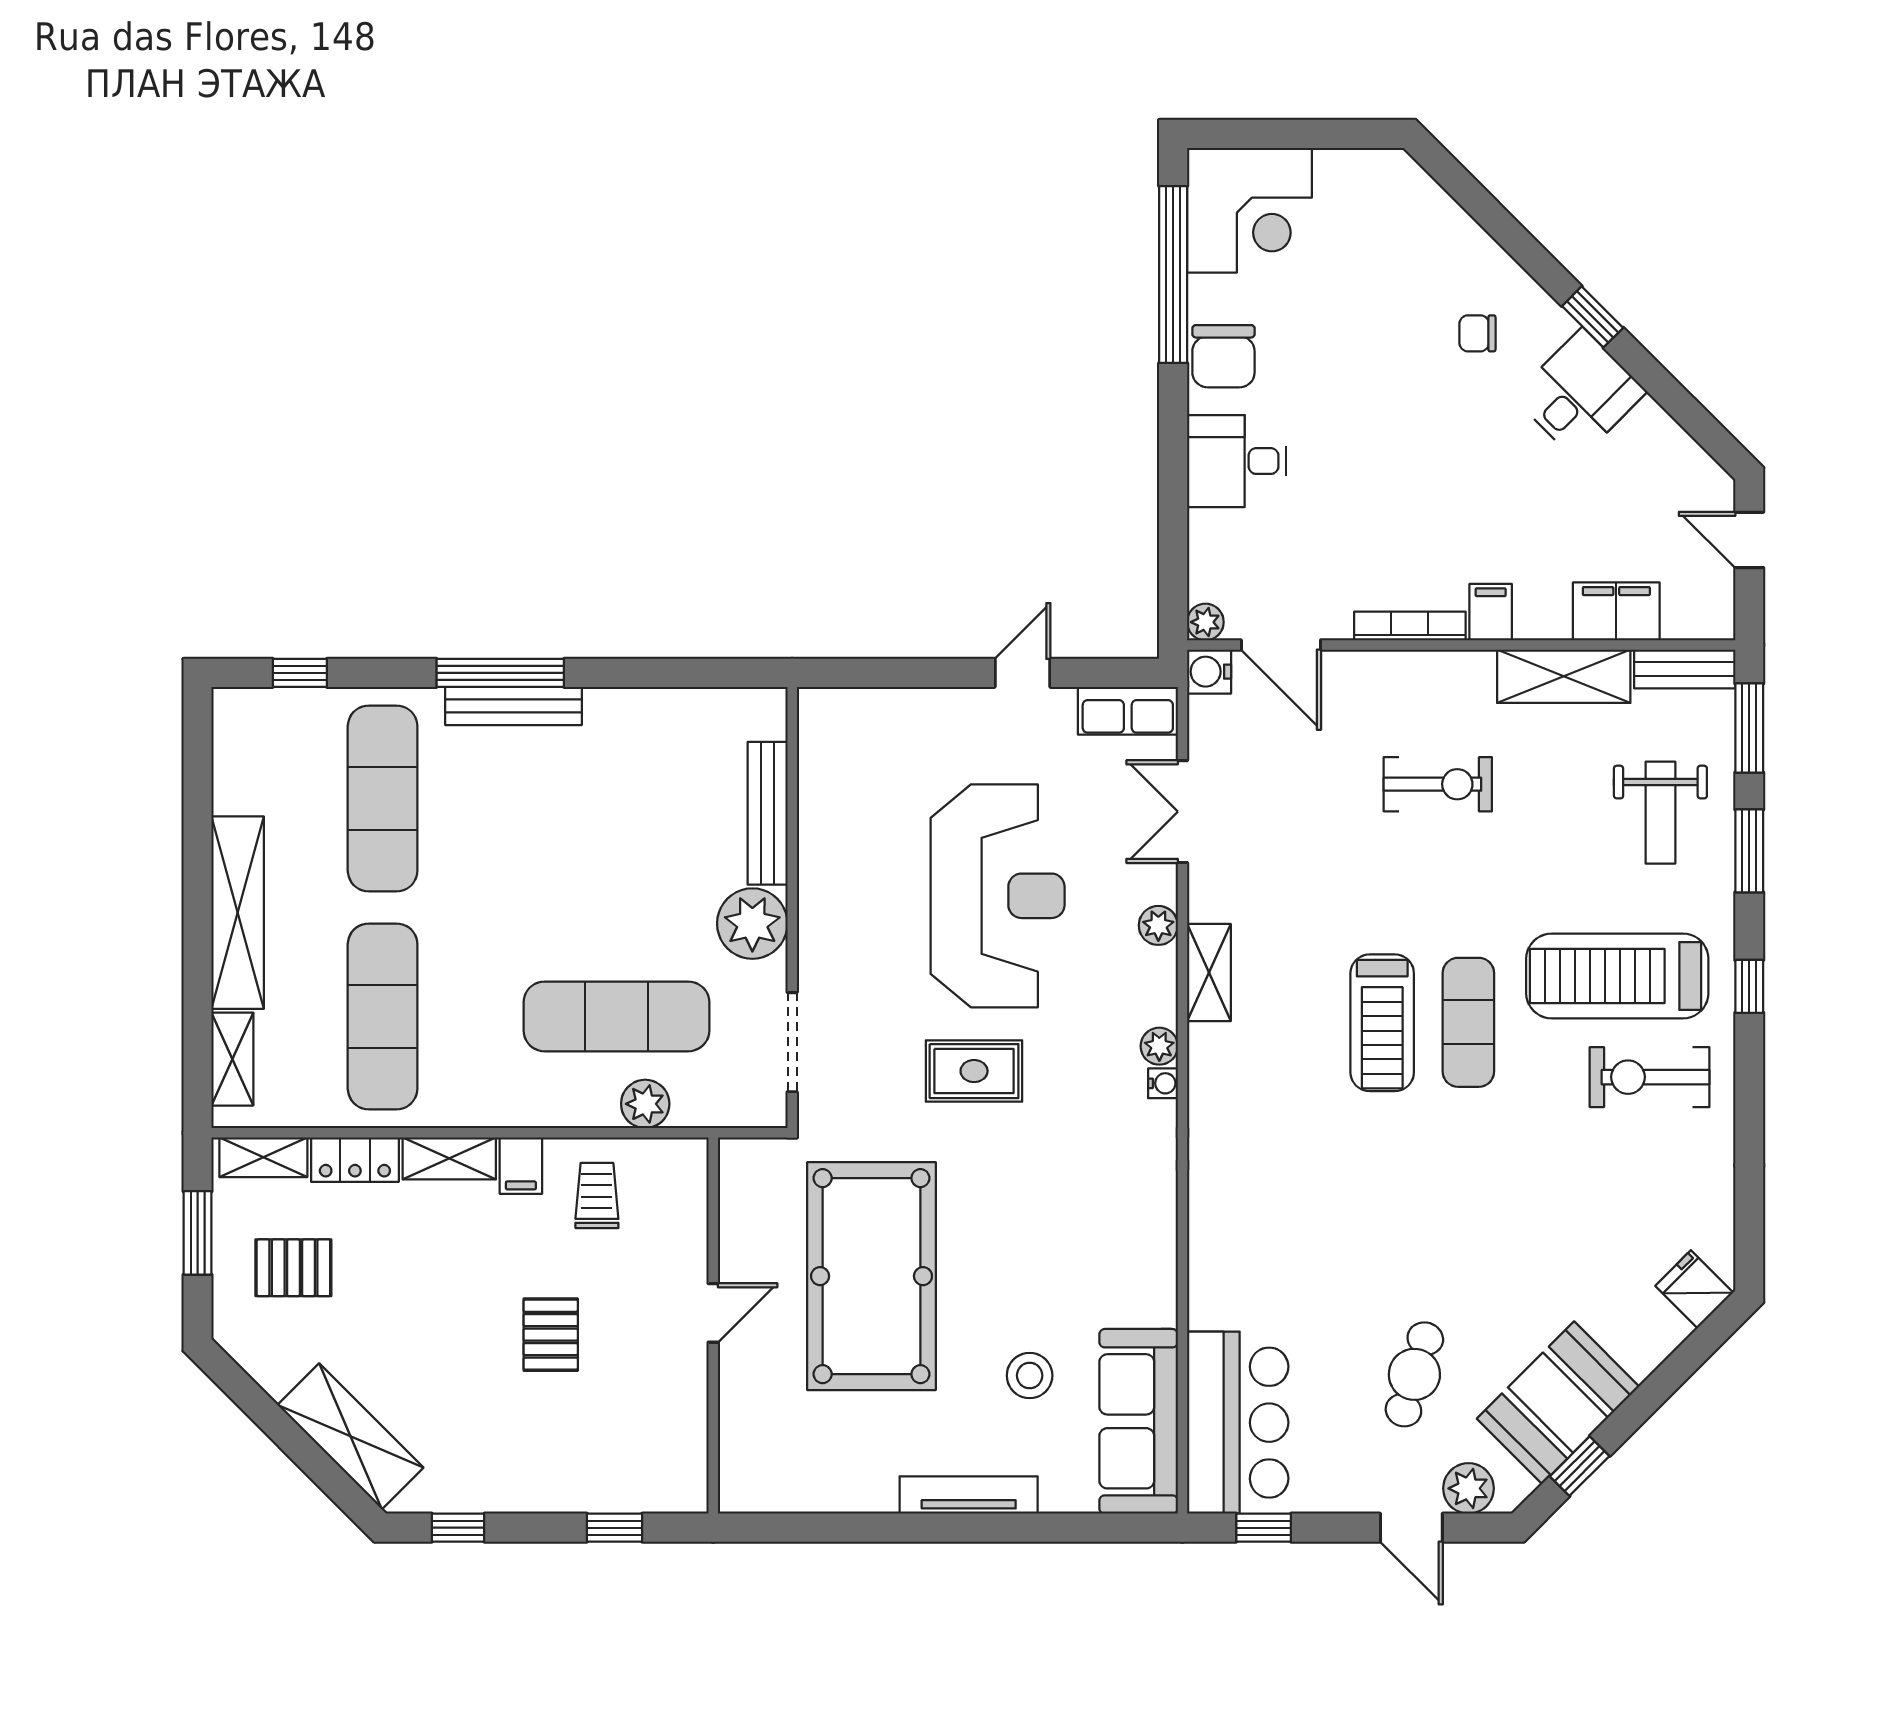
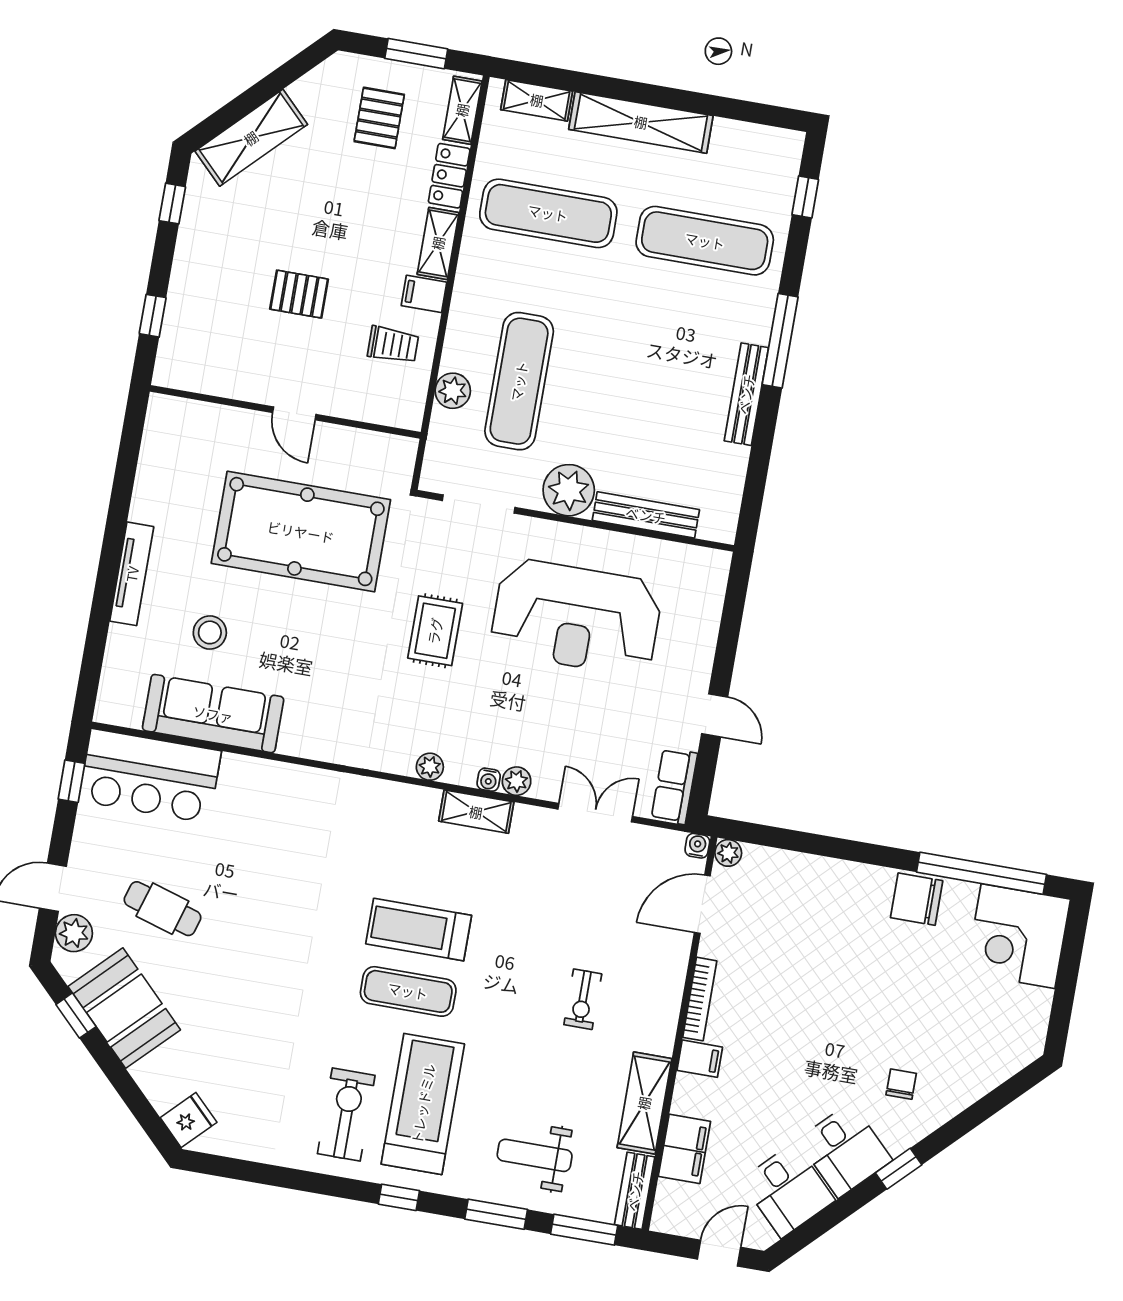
desk: (1237, 461) -> (788, 1190), moved, turned 135
water cooler: (1209, 672) -> (697, 846), width x0.72, depth x0.72
bench: (514, 706) -> (746, 394), moved
exercise bike: (1438, 784) -> (583, 999), width x0.73, depth x0.72
reception desk: (998, 896) -> (576, 617), moved
water cooler: (1163, 1083) -> (489, 780), moved
sofa: (1139, 1421) -> (213, 714), moved

